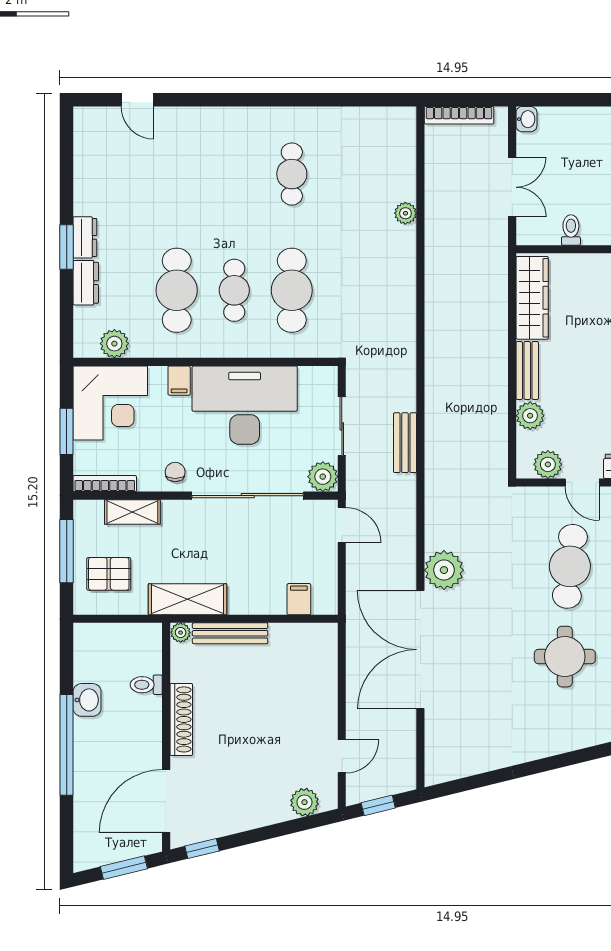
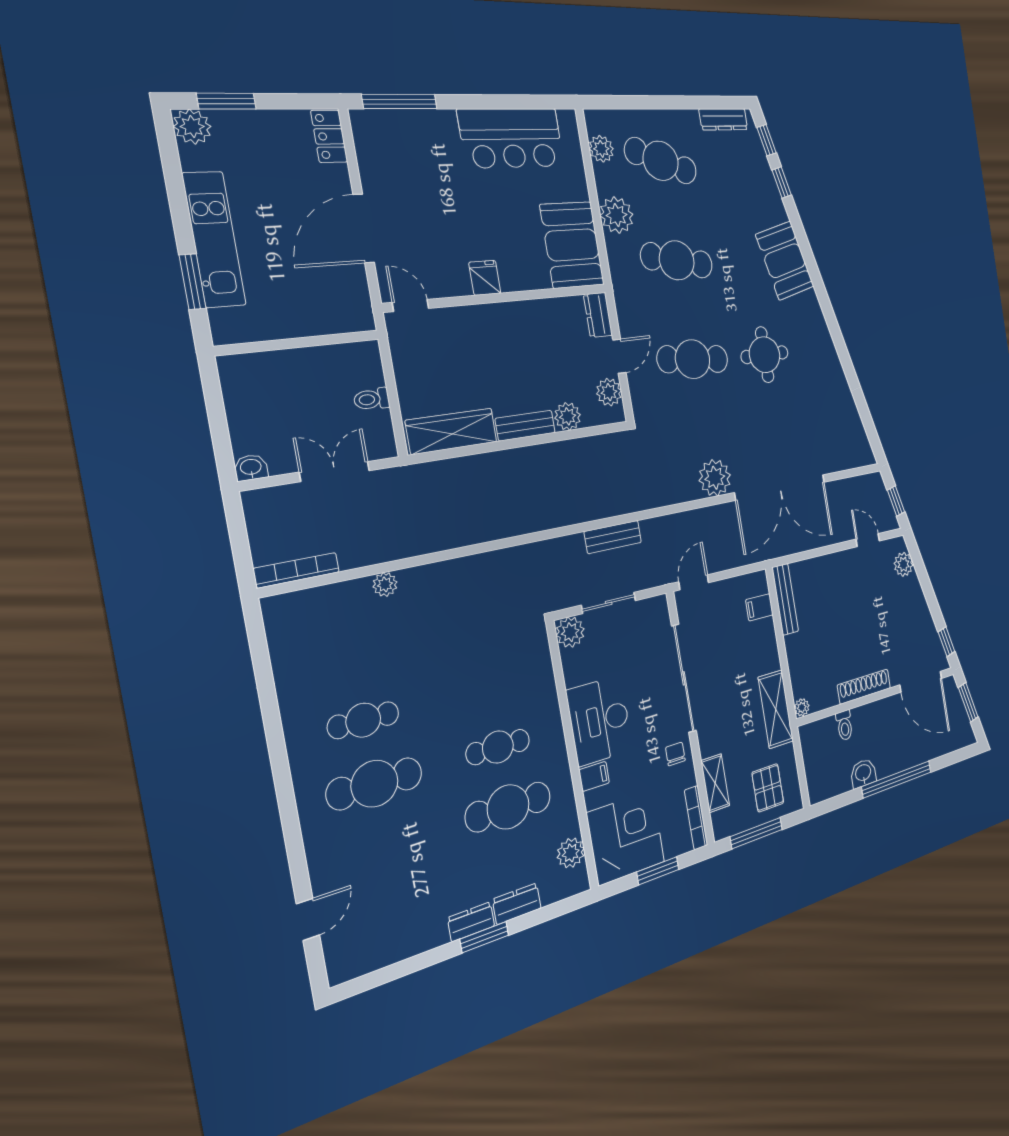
bookcase: (459, 115) -> (297, 570), moved, turned -90
cafe table: (292, 290) -> (375, 784), moved
desk: (245, 405) -> (600, 721), width x0.73, depth x0.77
chair: (175, 472) -> (675, 754), turned 90
plant: (323, 477) -> (570, 632), moved
bench: (230, 633) -> (785, 599), moved

